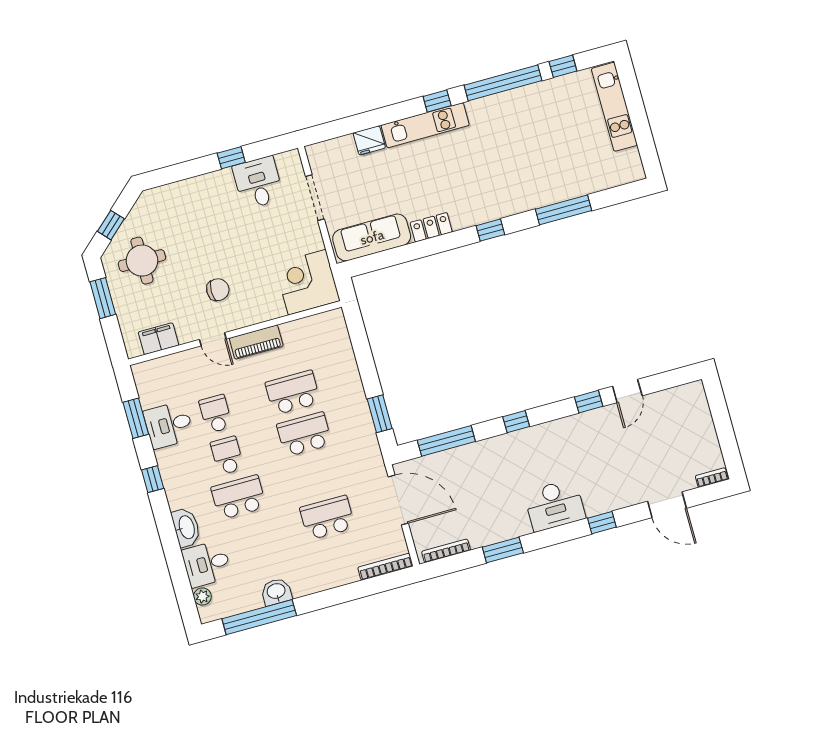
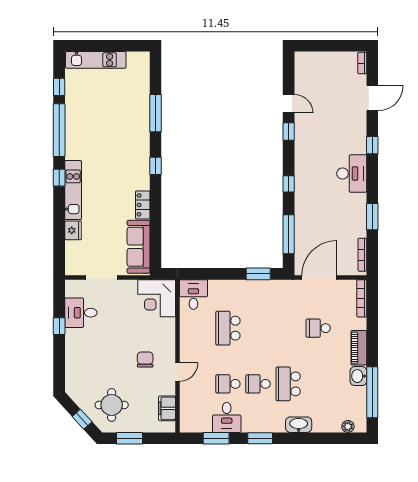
piano: (256, 342) -> (359, 348), moved, turned 180
school desk: (304, 434) -> (258, 328), removed
window: (153, 479) -> (260, 438), width x1.50
school desk: (327, 518) -> (318, 328), width x0.54
desk: (207, 564) -> (193, 295), moved, turned 180

